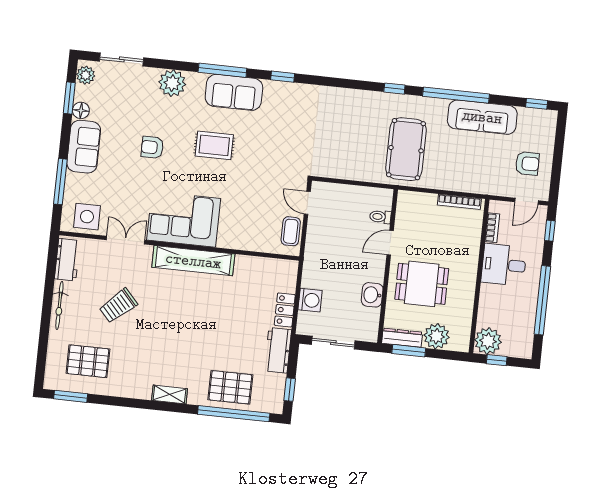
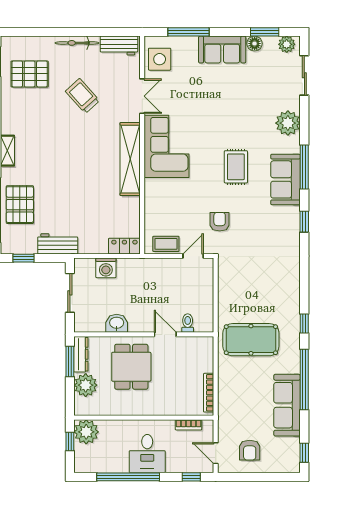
armchair: (152, 147) -> (220, 222), moved
desk: (504, 265) -> (147, 454), moved, turned 180
locker: (285, 310) -> (124, 246), moved
pallet: (88, 361) -> (30, 74), turned 90

